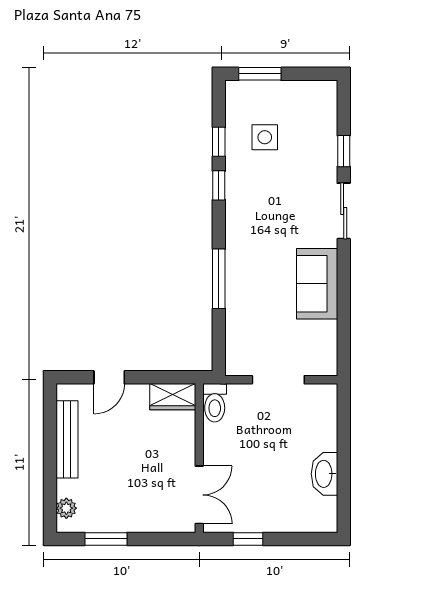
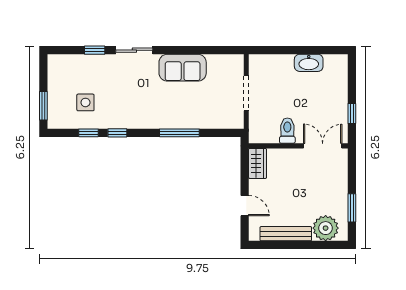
toilet: (215, 403) -> (287, 131), moved, turned -90
plant: (66, 508) -> (326, 228), width x1.87, depth x1.87

